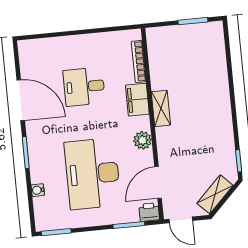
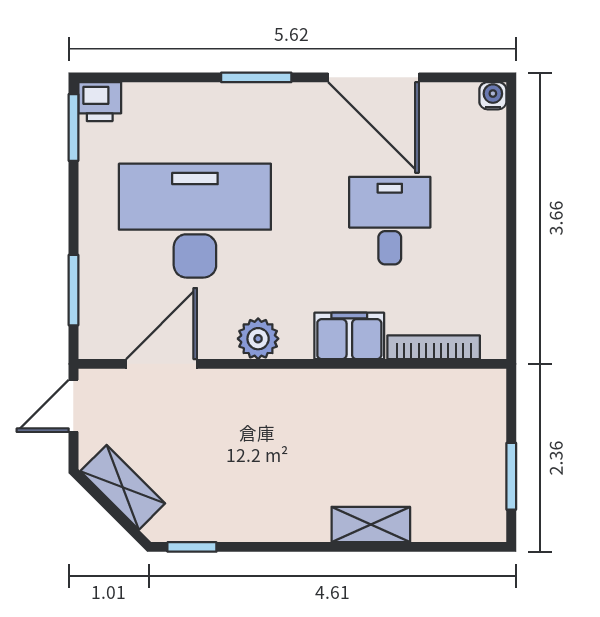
door: (21, 100) -> (373, 77), hinge flipped
shelving: (161, 108) -> (371, 525), moved
door: (158, 182) -> (162, 364), hinge flipped
water cooler: (38, 190) -> (493, 96), moved
printer: (149, 212) -> (100, 102), moved, turned 90

